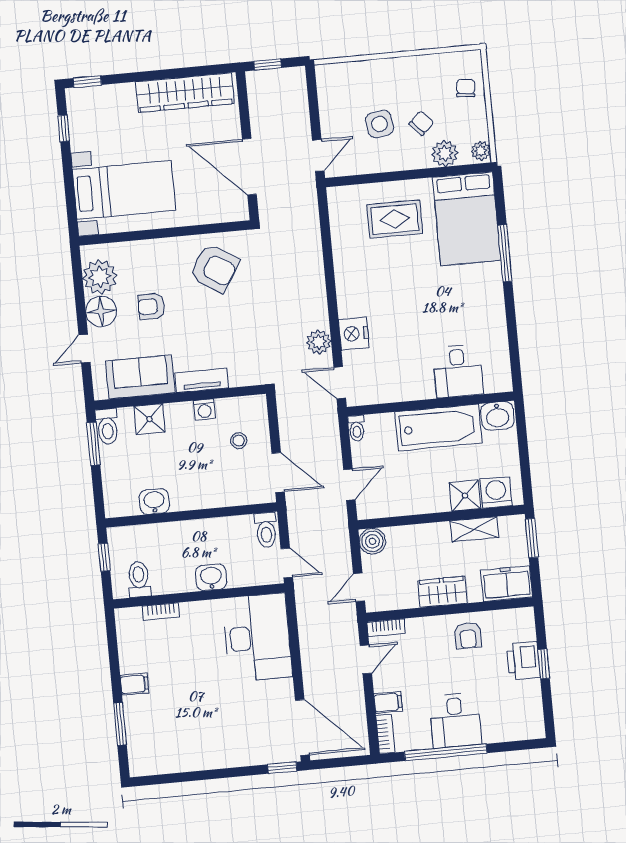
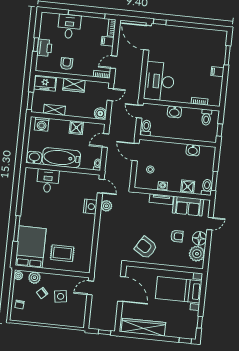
shower: (465, 496) -> (76, 128), moved
desk: (455, 720) -> (69, 26), moved

